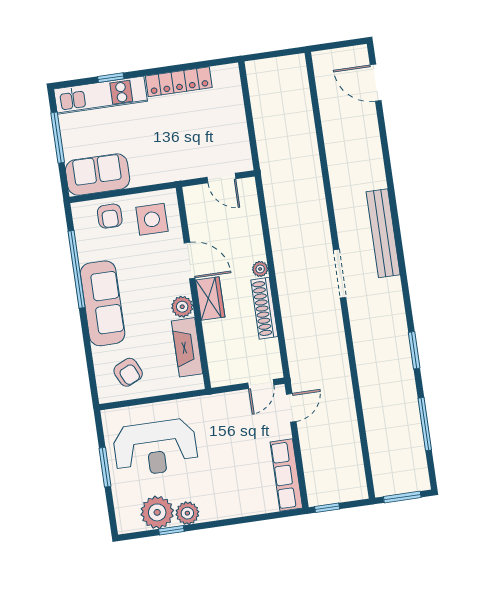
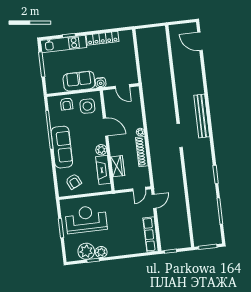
water cooler: (177, 171) -> (101, 83), added
sofa: (98, 175) -> (79, 81), moved
wardrobe: (210, 298) -> (118, 166), moved
reception desk: (155, 448) -> (86, 219), turned 180

